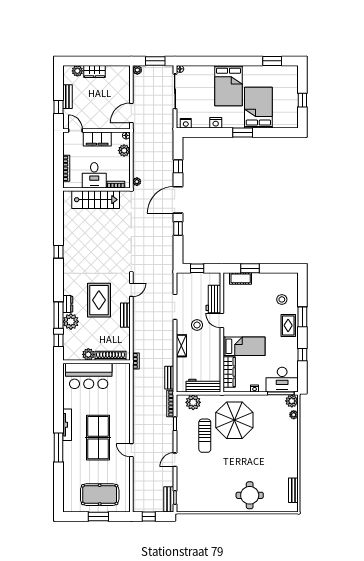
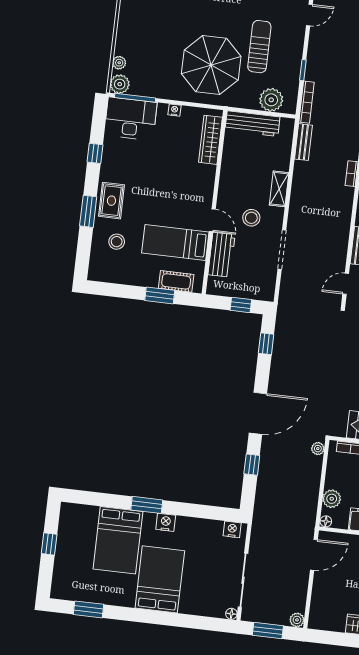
nightstand: (216, 123) -> (166, 522), moved
window: (178, 229) -> (266, 344), moved
bed: (244, 346) -> (175, 242), moved

